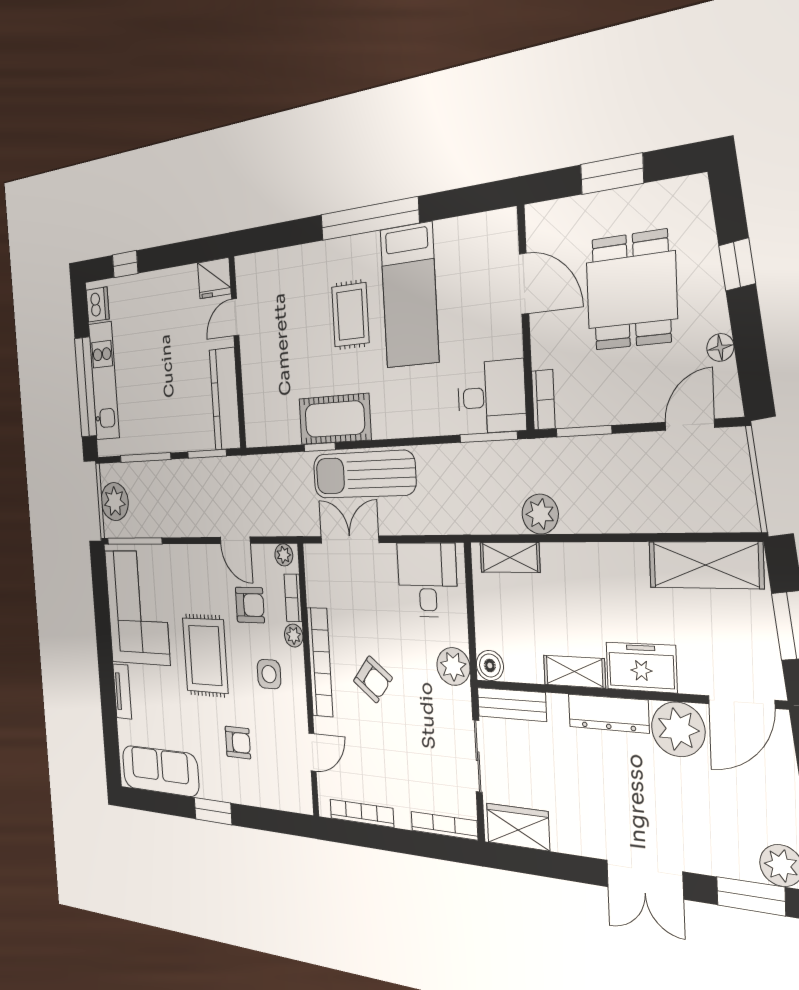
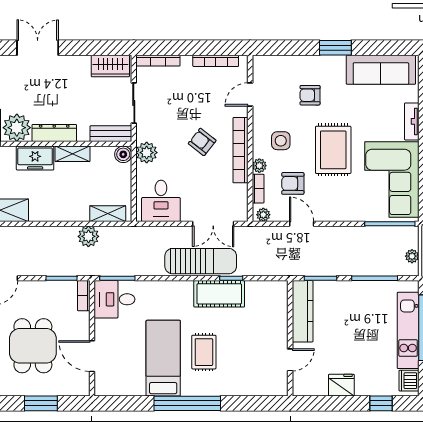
fridge: (214, 278) -> (341, 385), moved
plant: (115, 502) -> (412, 256), width x0.53, depth x0.53

